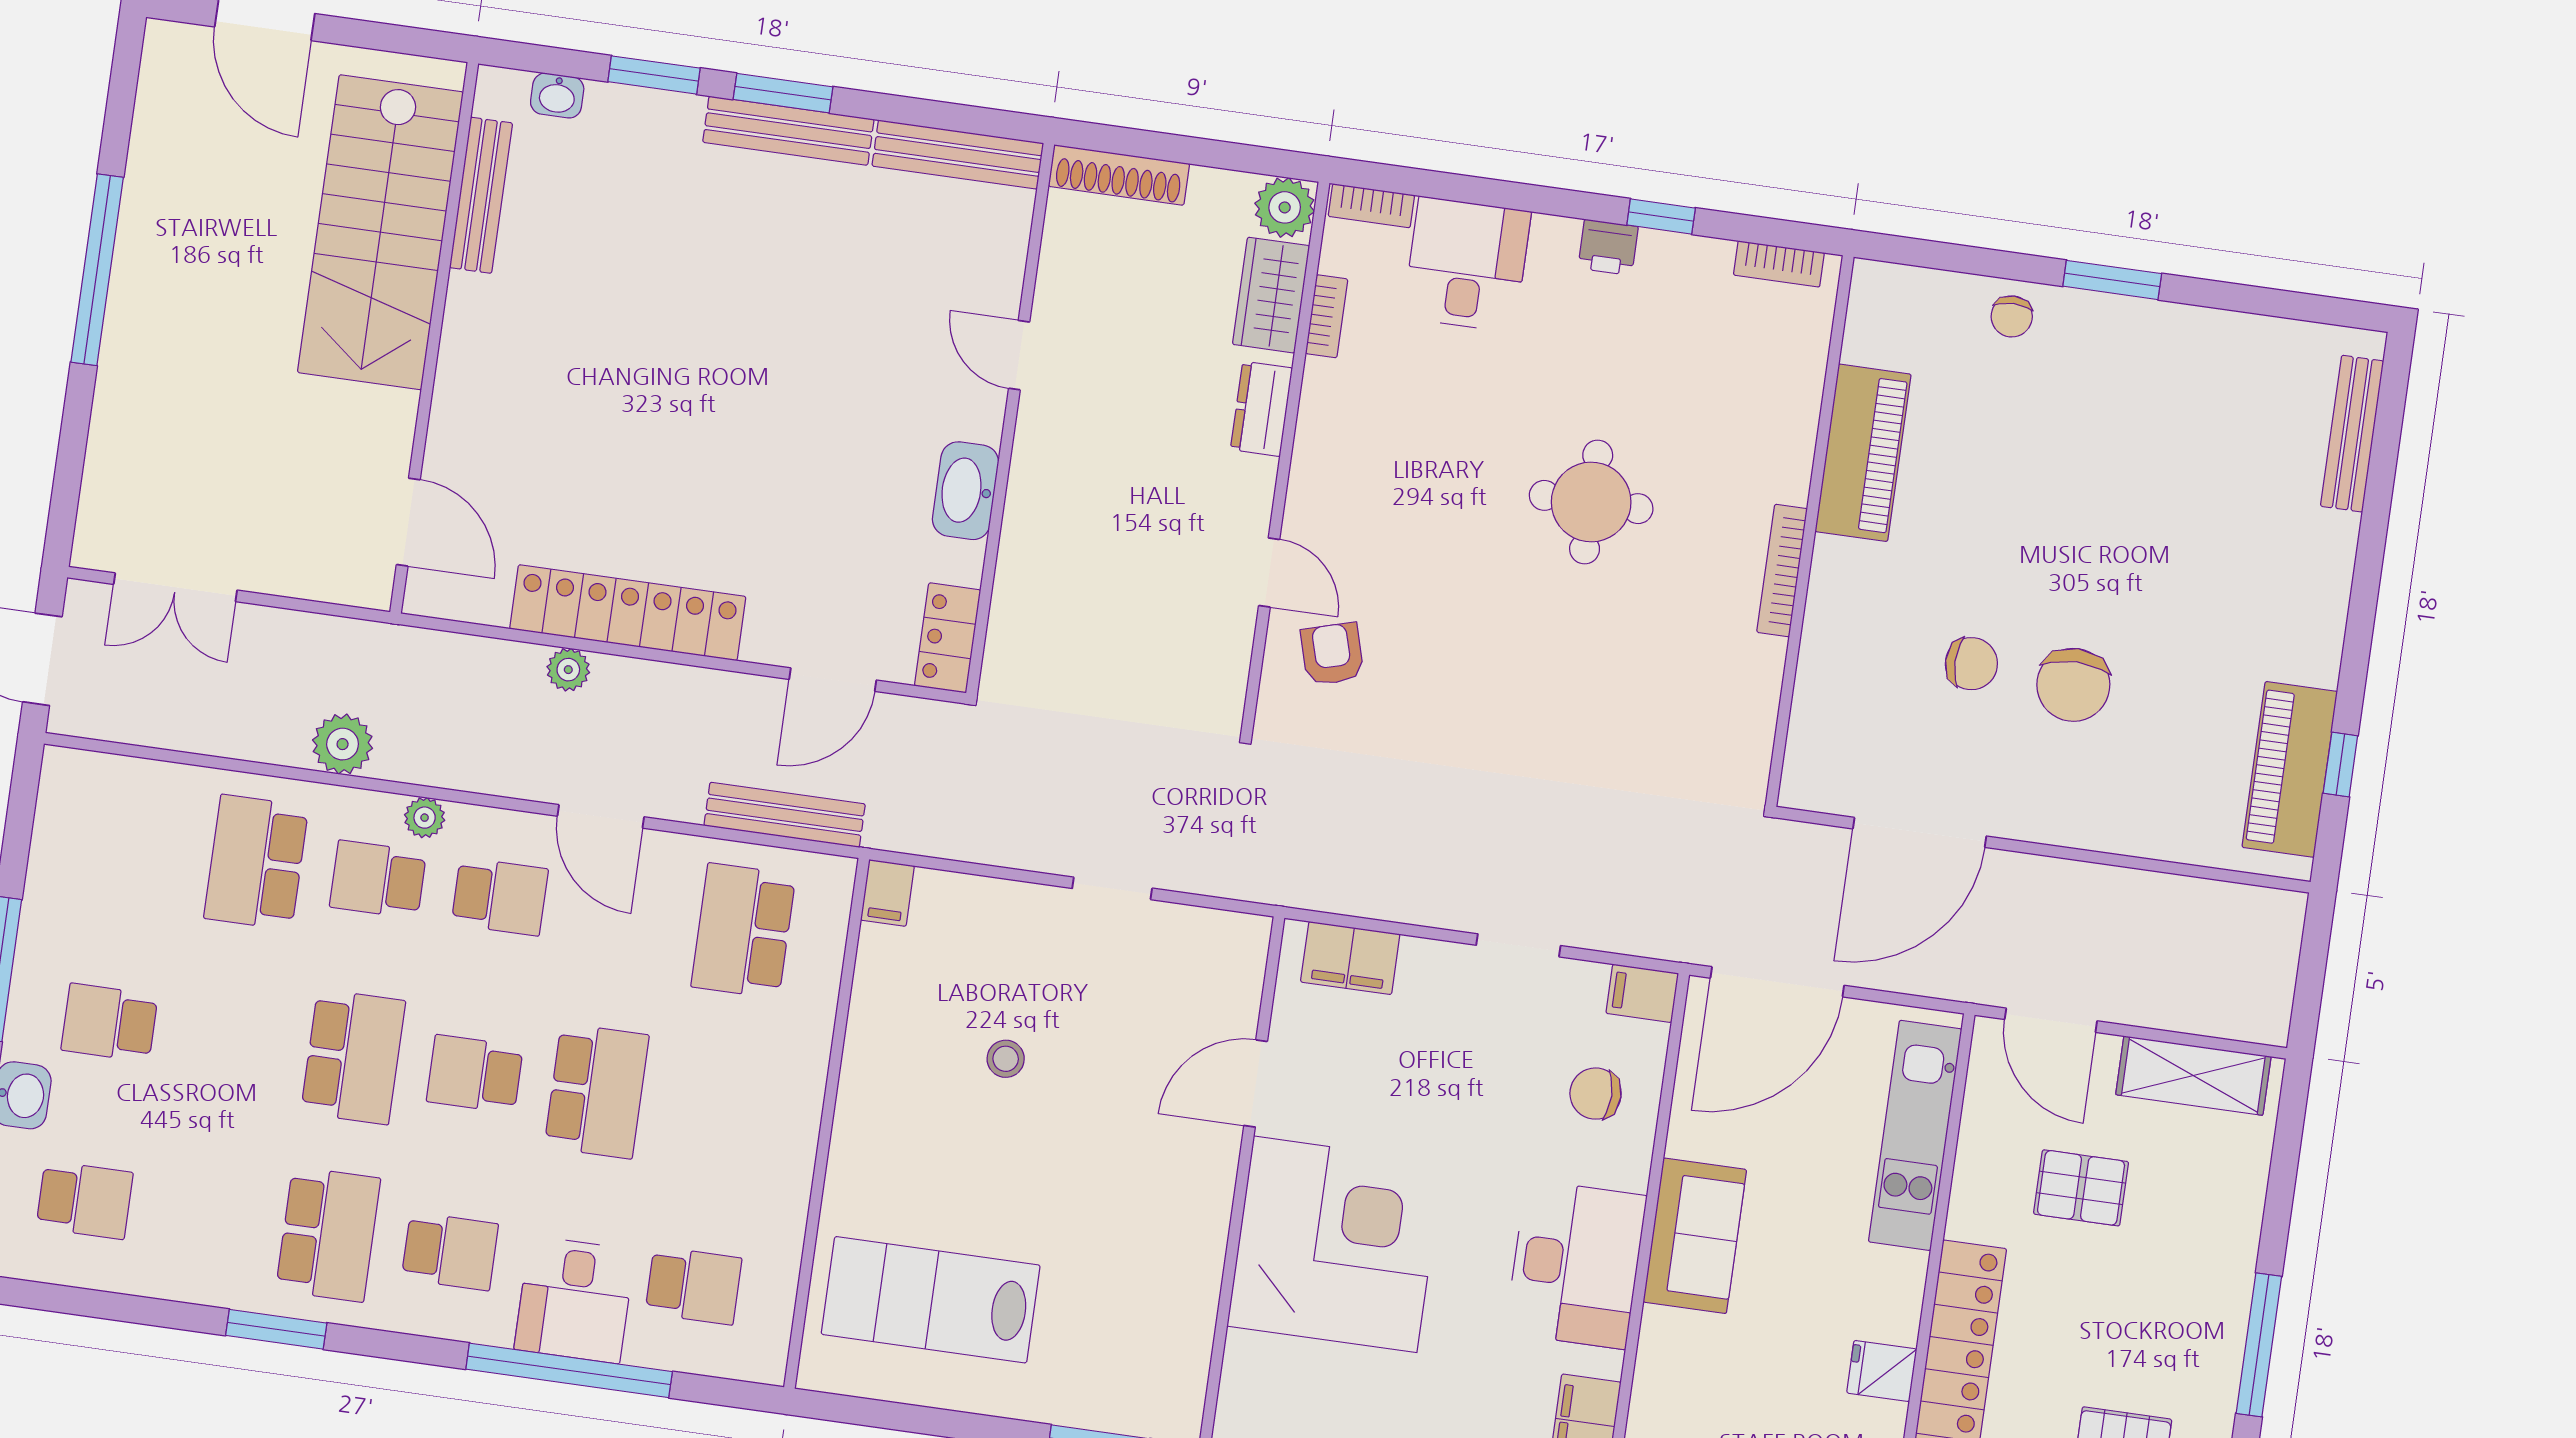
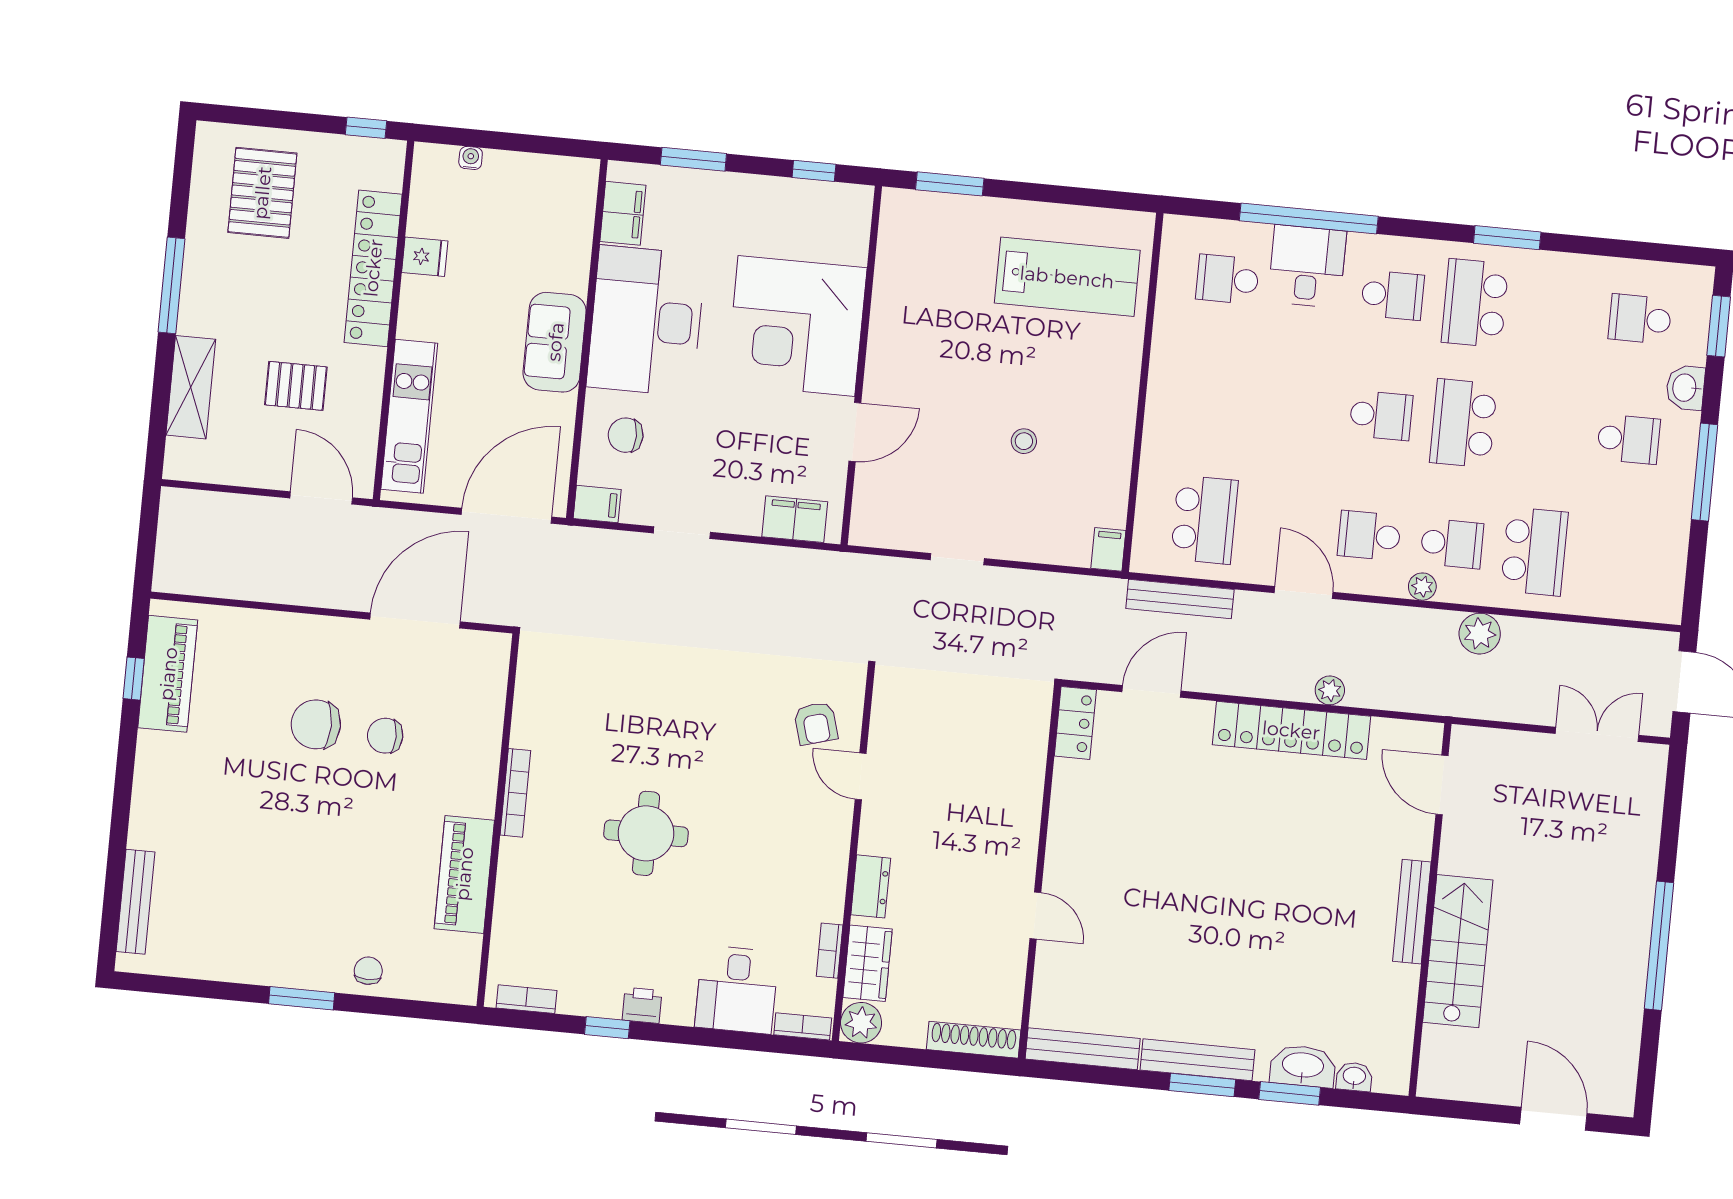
bench: (481, 195) -> (1412, 912), moved
stairs: (380, 232) -> (1458, 951), width x0.73, depth x0.66
washbasin: (966, 491) -> (1303, 1066), moved, turned -90
chair: (2073, 685) -> (316, 724), turned -90
shelving: (2193, 1076) -> (191, 387), moved, turned 90
school desk: (597, 1091) -> (1298, 407), removed
chair: (1596, 1094) -> (626, 435), turned 180
school desk: (450, 1251) -> (1392, 295), turned 180
desk: (1576, 1264) -> (646, 321), width x1.36, depth x1.30

